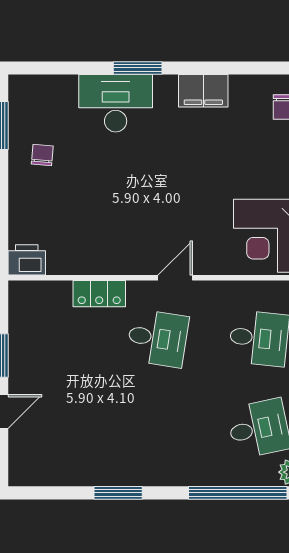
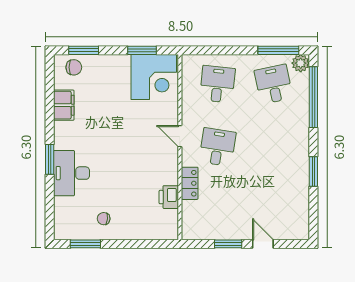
filing cabinet: (203, 91) -> (64, 105), moved
printer: (27, 260) -> (169, 197), moved

